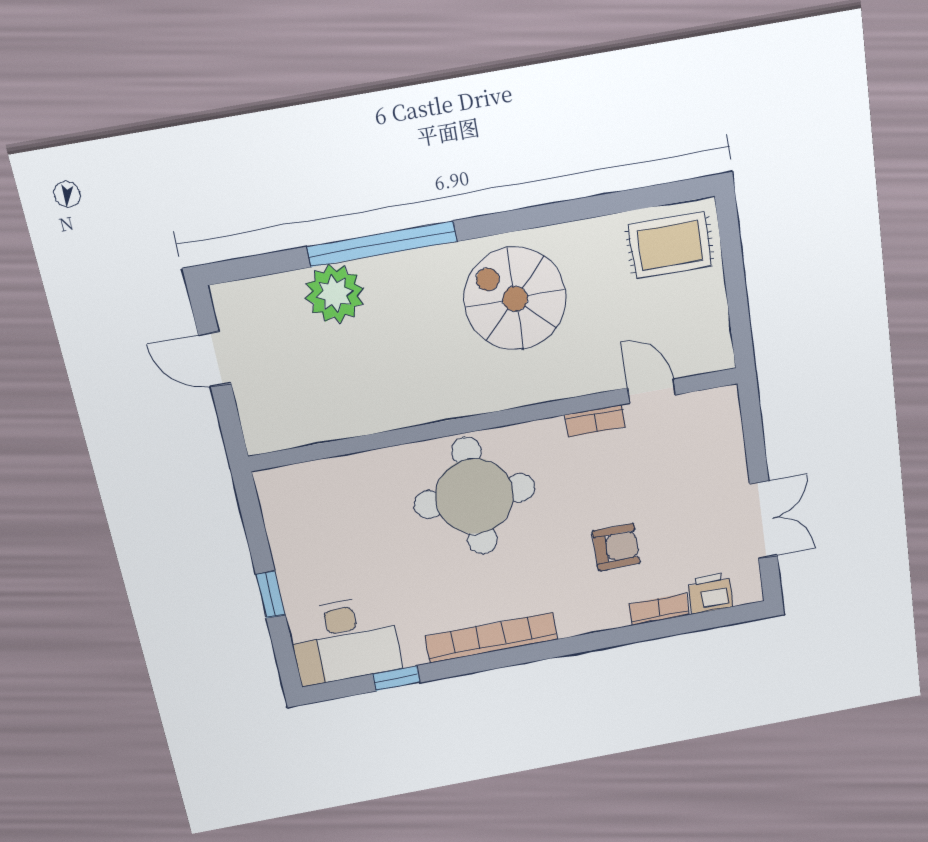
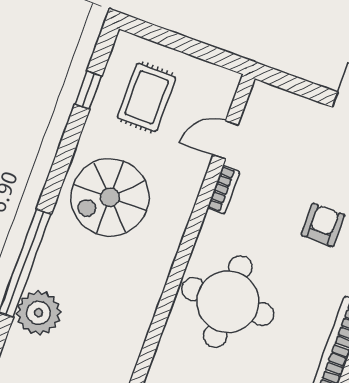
window: (624, 201) -> (88, 90), added
rug: (670, 245) -> (146, 97), moved

